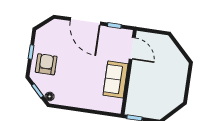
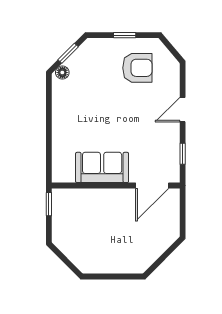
door: (85, 21) -> (183, 110), width x0.53
armchair: (46, 64) -> (137, 68), moved

